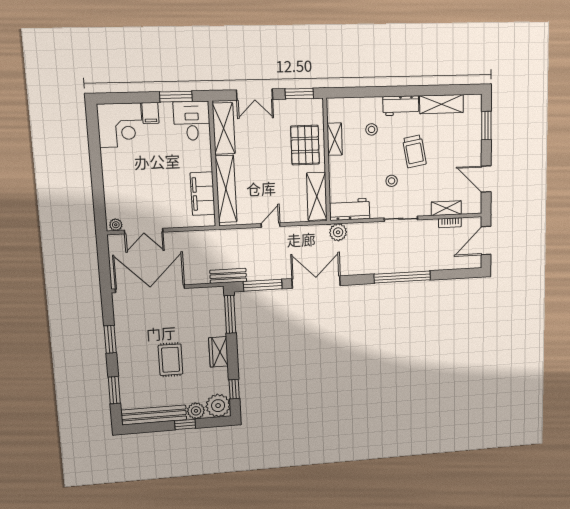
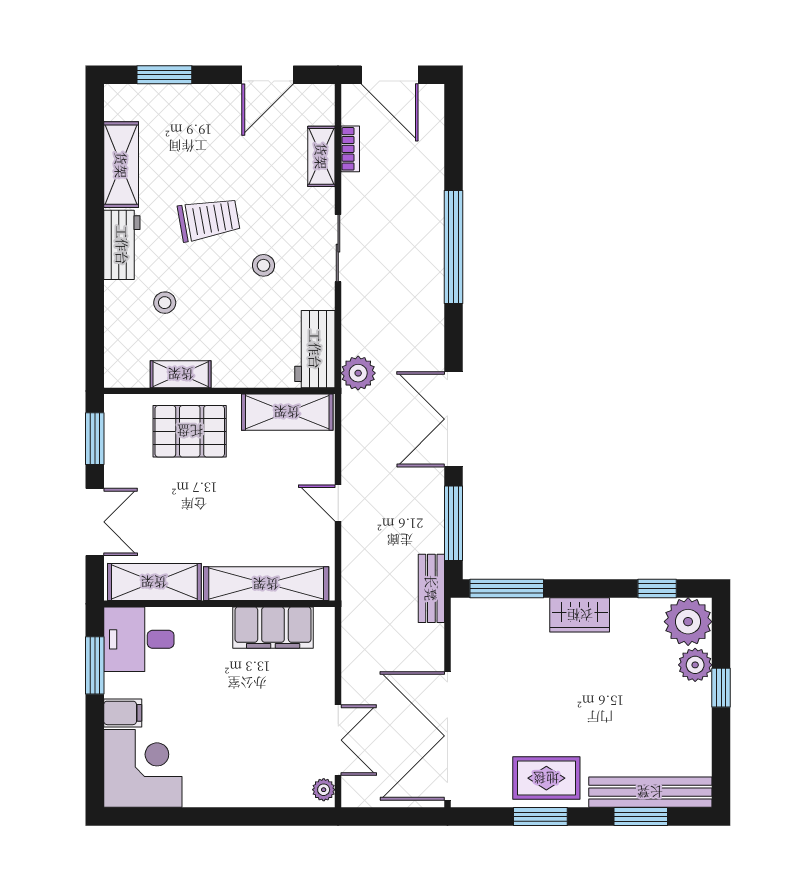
rug: (171, 360) -> (546, 778), moved
bench: (154, 415) -> (650, 792), moved, turned 90

